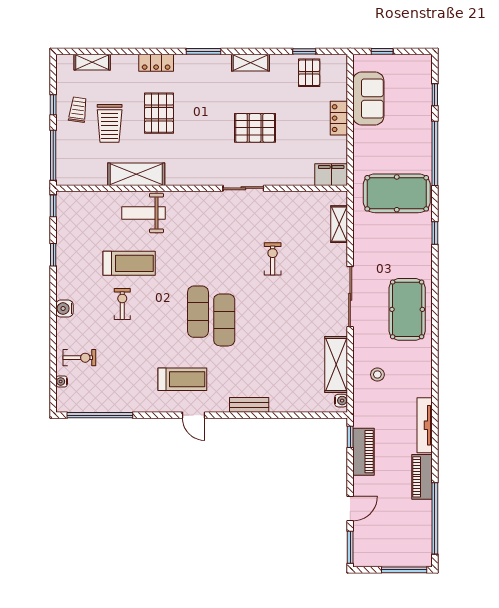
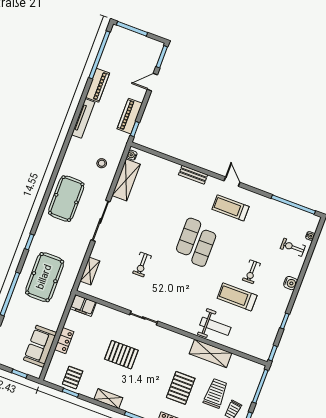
pool table: (397, 193) -> (45, 277), turned 90

